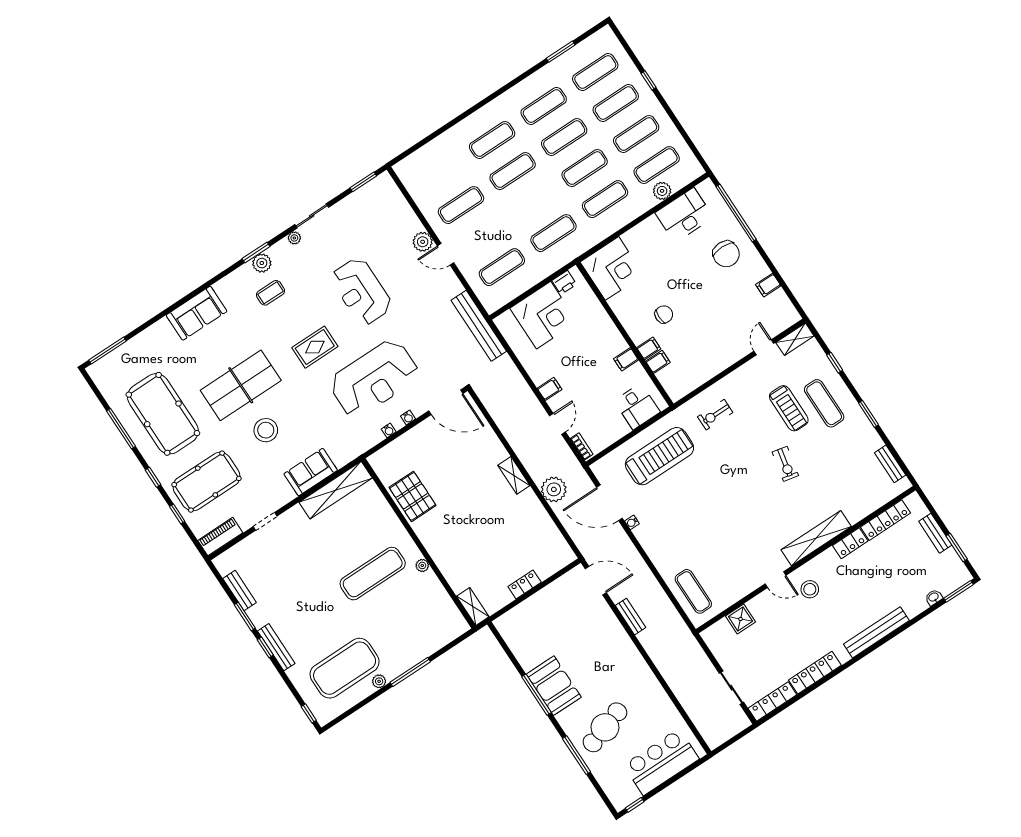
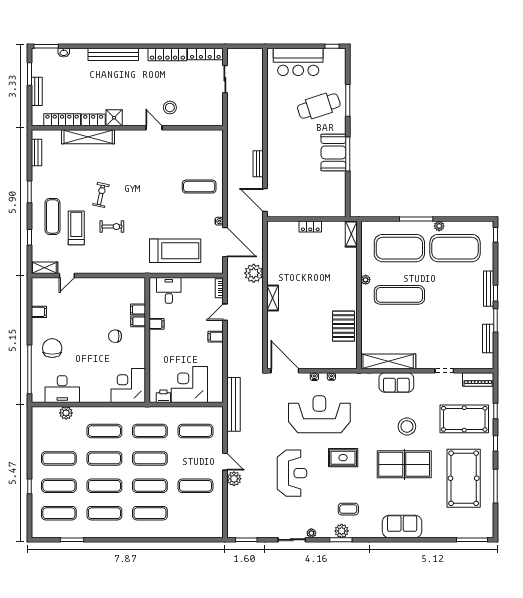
exercise mat: (657, 165) -> (150, 458), moved
exercise bike: (715, 415) -> (112, 227), moved
treadmill: (659, 456) -> (175, 251), turned 180
shelving: (816, 538) -> (88, 137), moved
stool: (810, 589) -> (170, 108), moved
exercise mat: (693, 591) -> (199, 187), moved, turned 90
shower: (740, 619) -> (114, 118), moved
exercise mat: (408, 627) -> (399, 248), added

